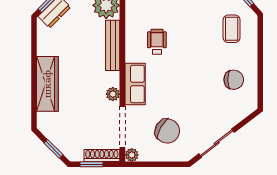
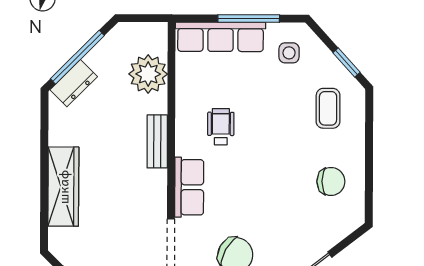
bench: (113, 45) -> (157, 141), width x0.73
plant: (113, 94) -> (157, 202), removed

